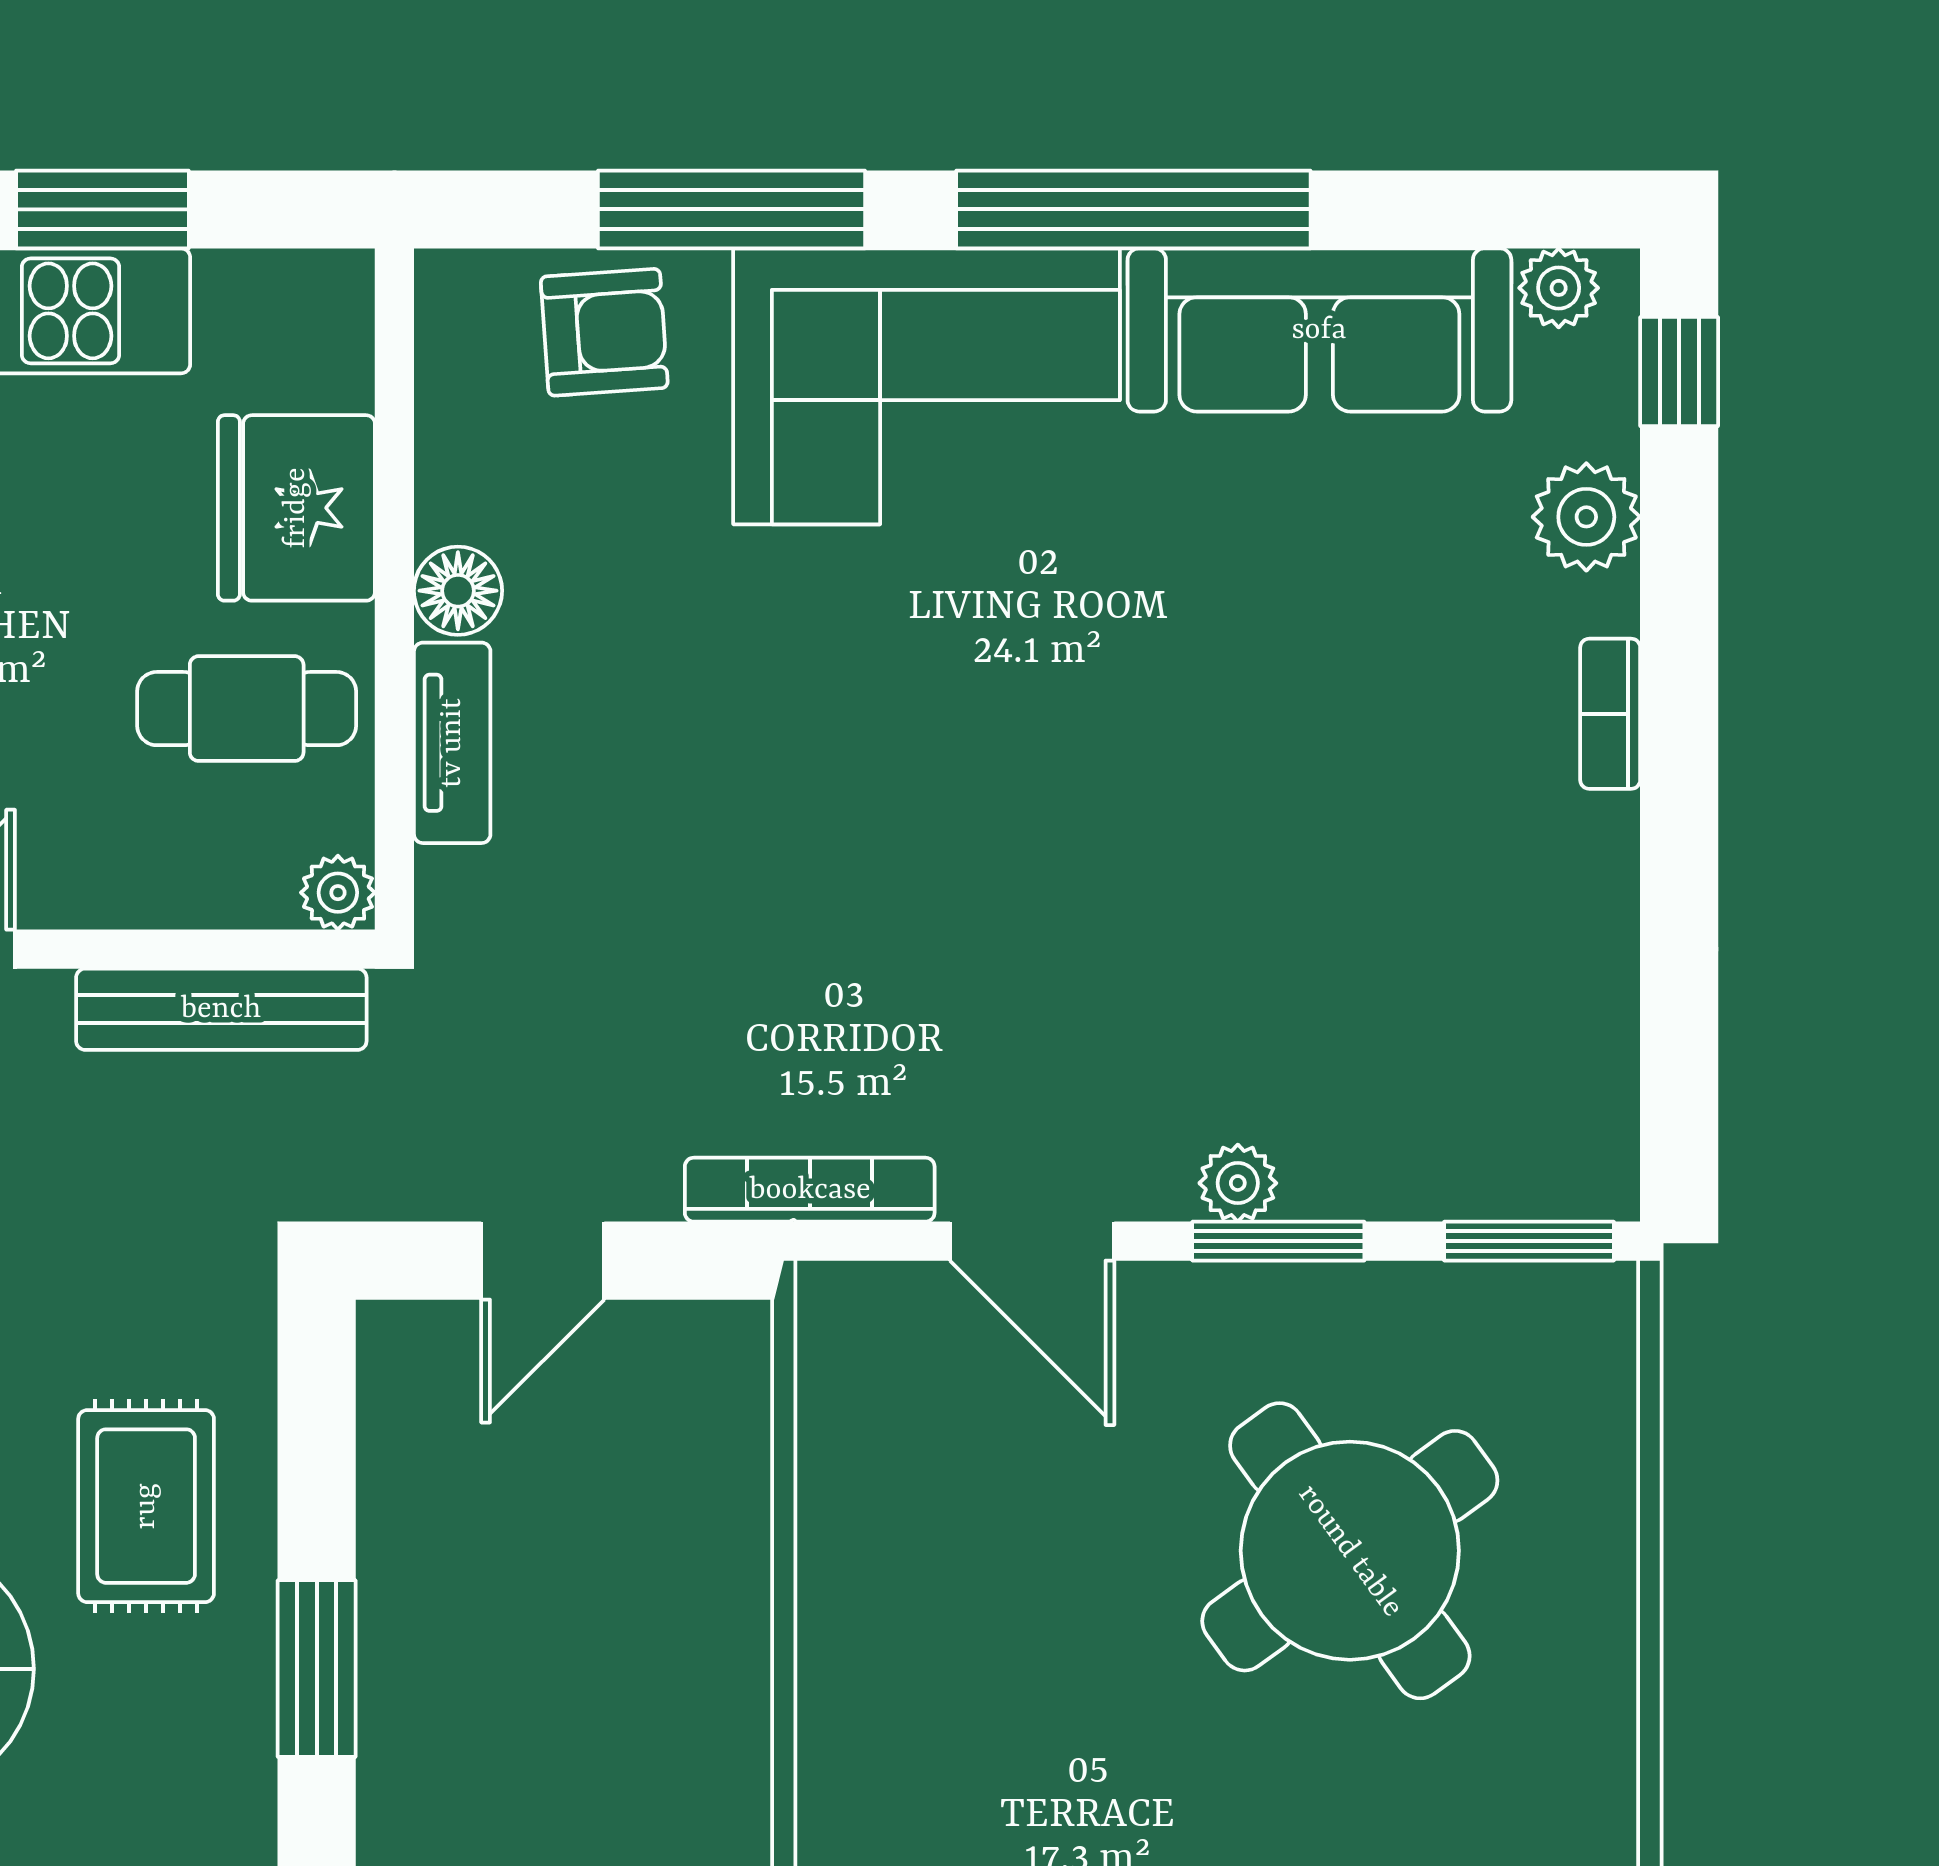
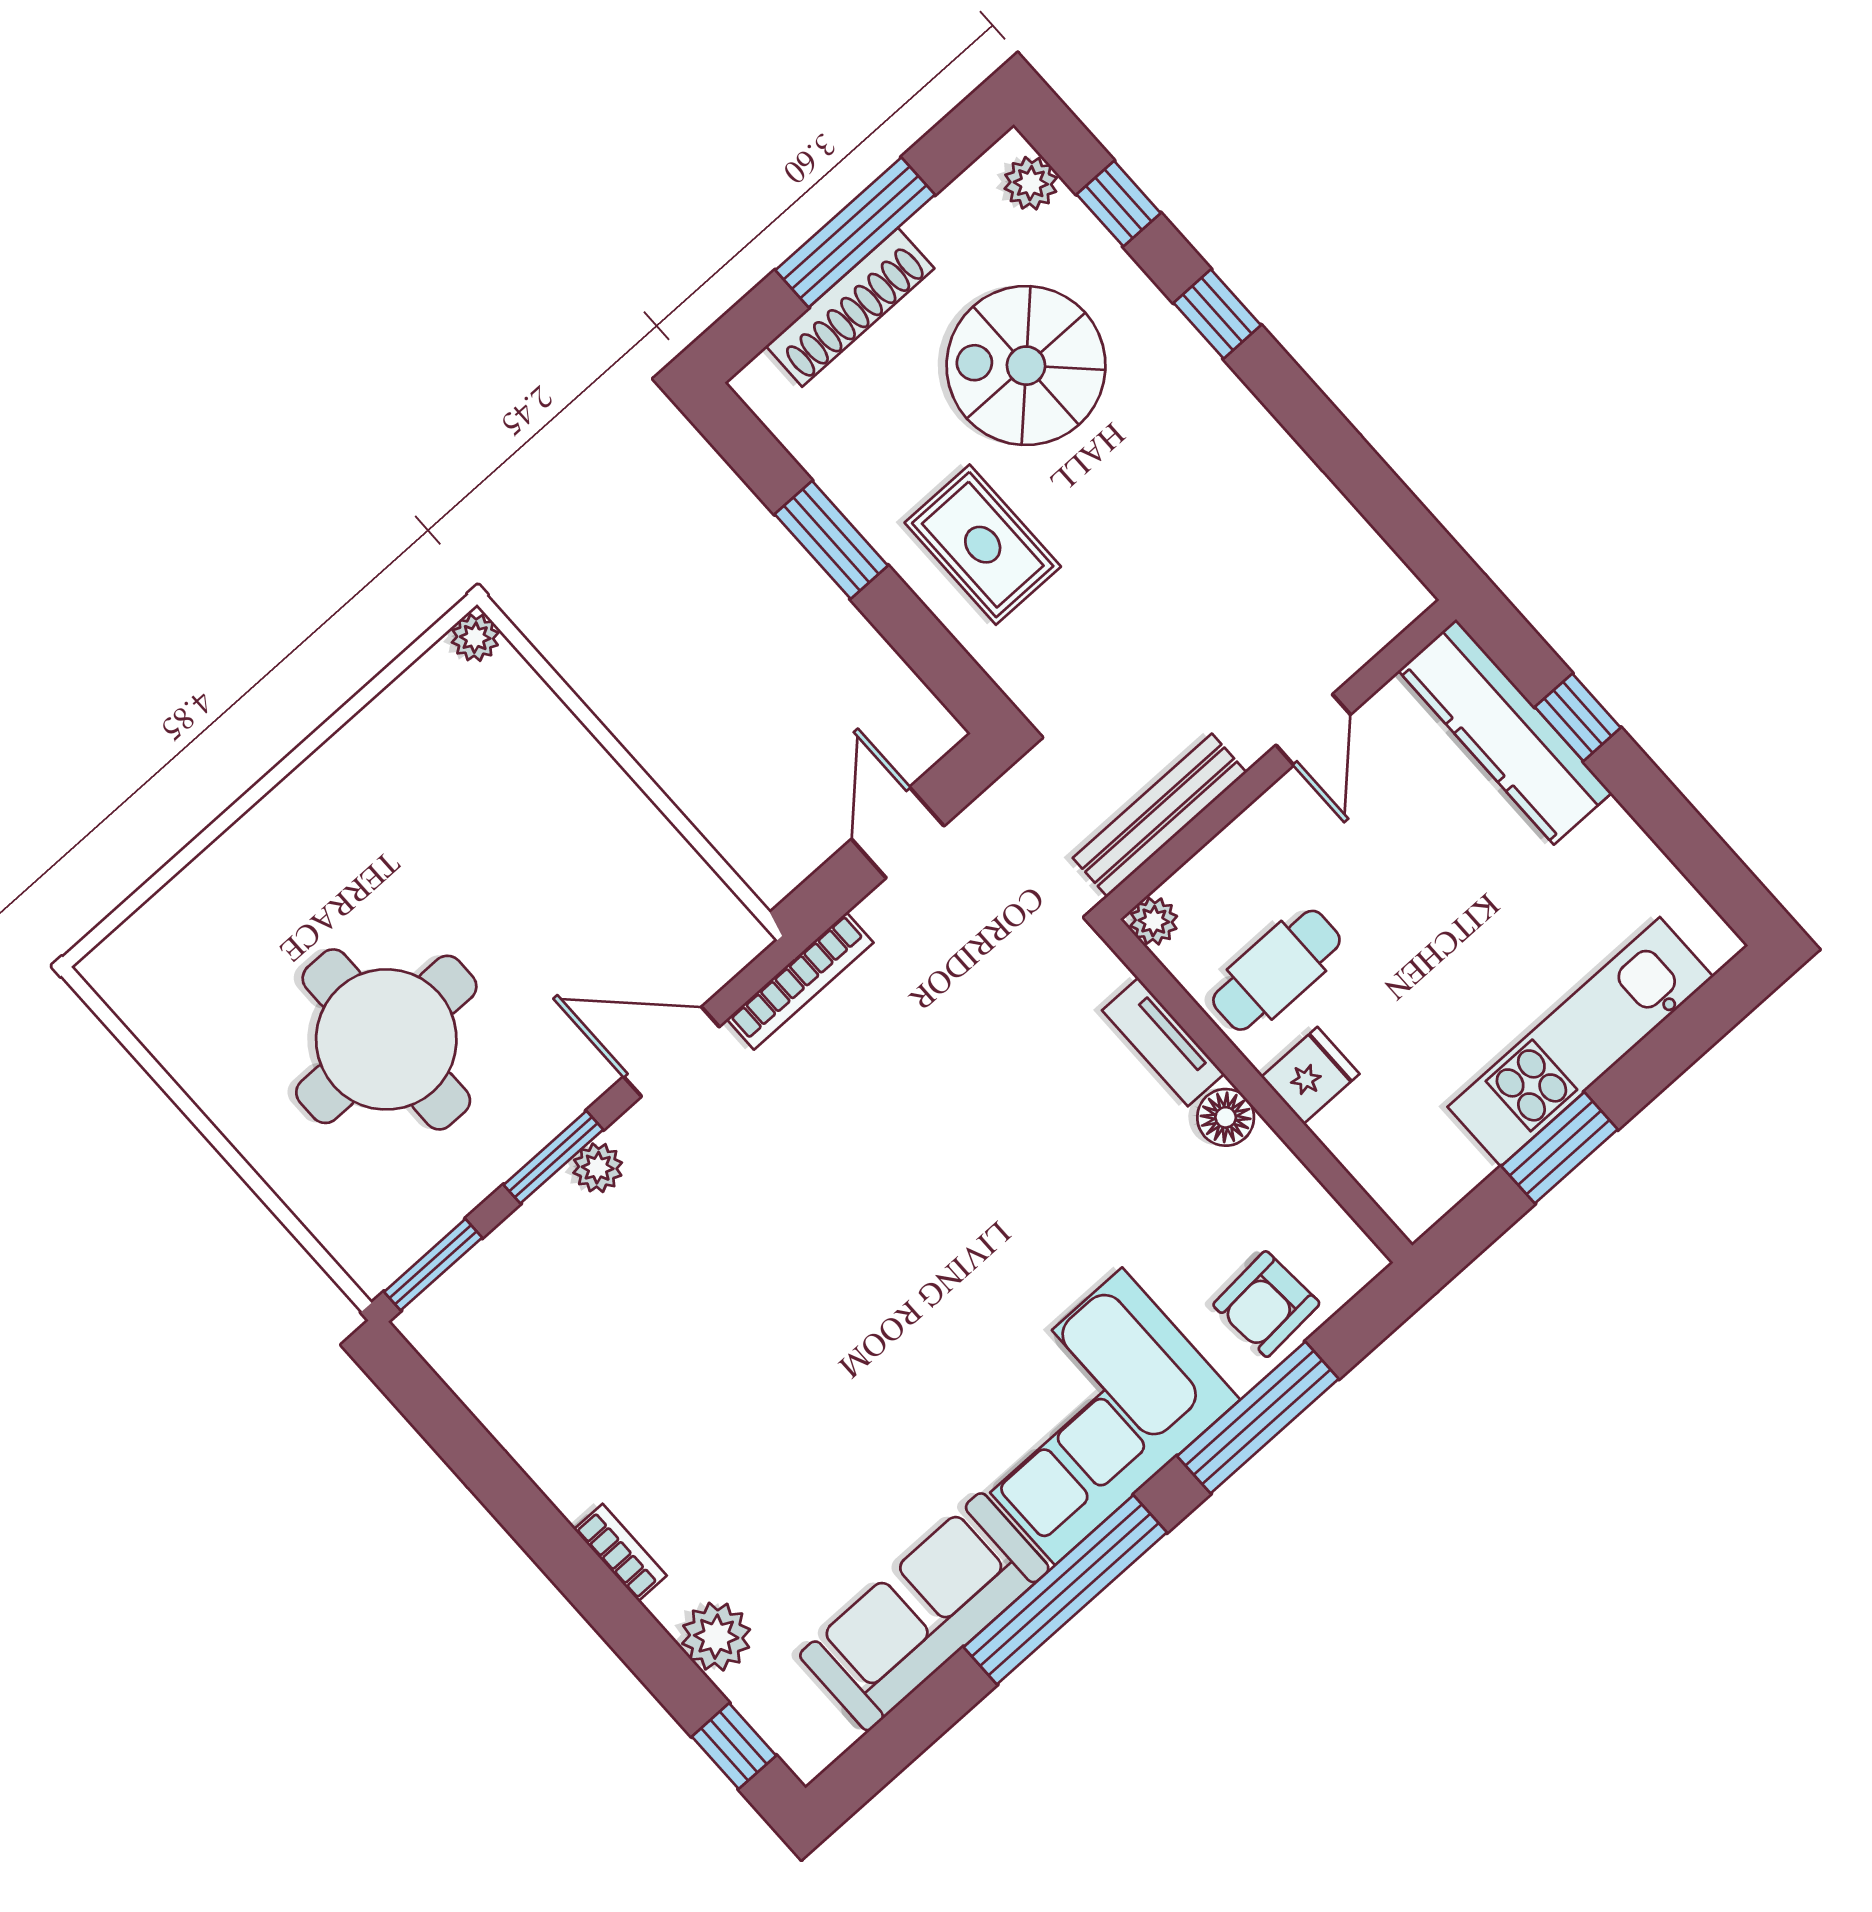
plant: (1559, 288) -> (828, 1734), removed
fridge: (296, 508) -> (1310, 1075), width x0.53, depth x0.75
round table: (1350, 1551) -> (386, 1039), turned 36

